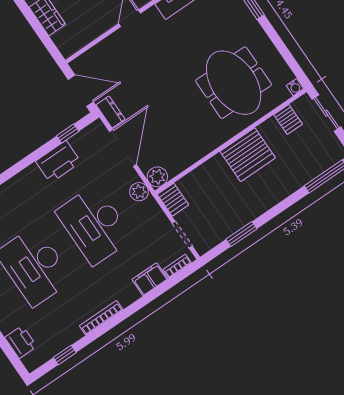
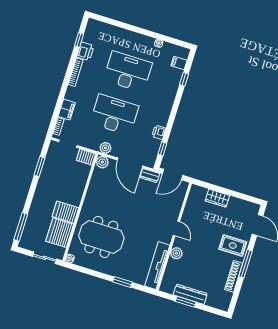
server rack: (288, 119) -> (60, 233), width x2.18, depth x1.44
server rack: (248, 155) -> (65, 212), width x0.62
printer: (58, 162) -> (159, 132), width x0.53, depth x0.68
printer: (21, 342) -> (85, 51), moved, turned -90

